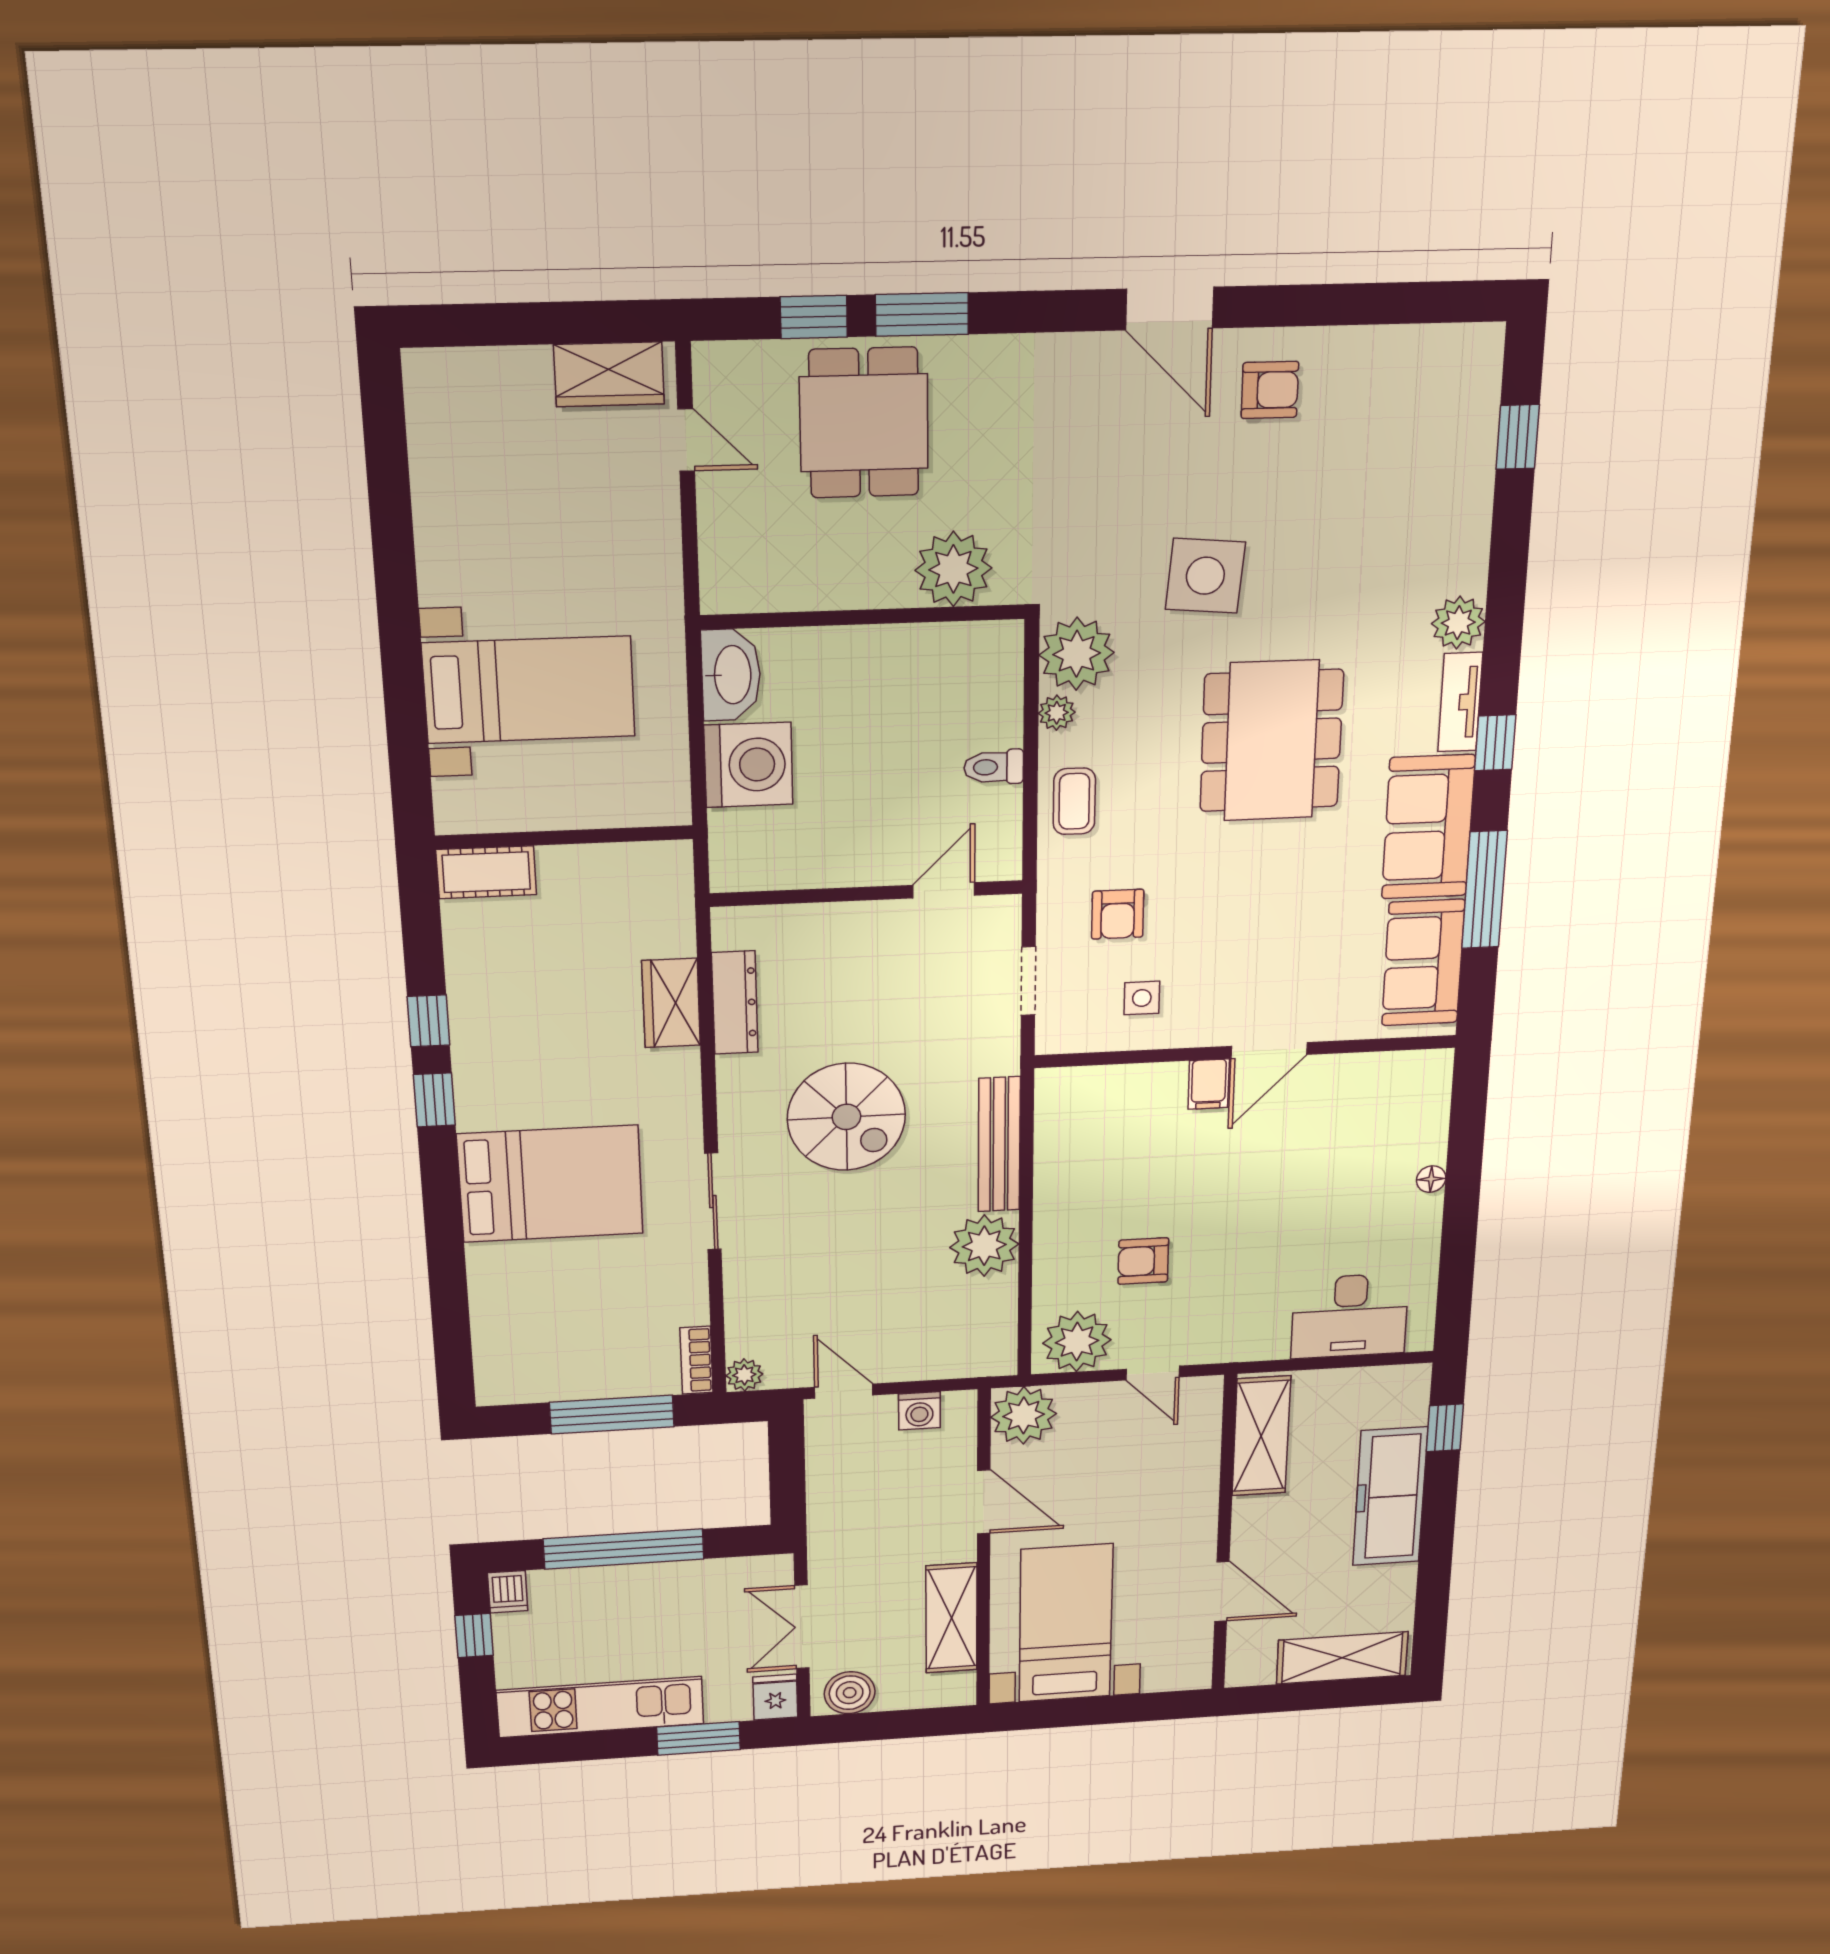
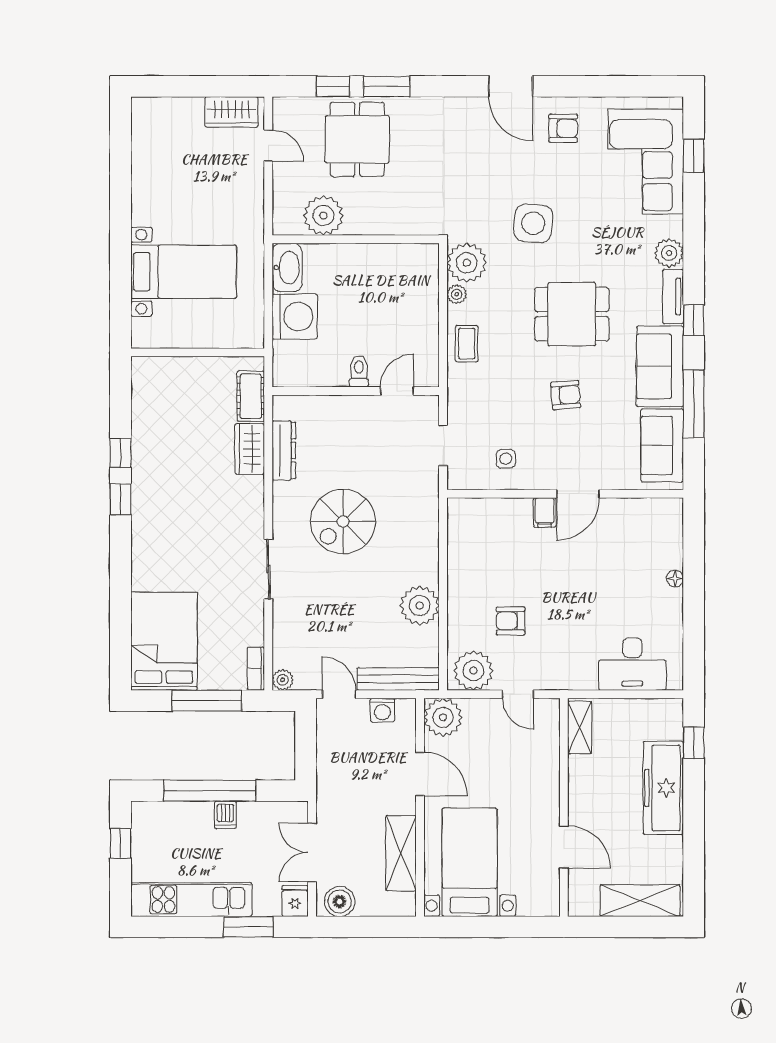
corner sofa: (1426, 451) -> (646, 162), added
plant: (953, 569) -> (323, 216), moved
dining table: (1271, 741) -> (572, 314), width x0.73
toilet: (994, 767) -> (359, 371), moved, turned 90
cot: (486, 872) -> (251, 396), moved, turned 90
armchair: (1118, 914) -> (566, 395), moved, turned -95
spiral stairs: (846, 1117) -> (343, 522), turned 90
bench: (999, 1144) -> (398, 679), moved, turned 90
bed: (550, 1184) -> (164, 641), moved, turned -90
shelving: (1261, 1436) -> (580, 728), width x0.67, depth x0.75
dishwasher: (508, 1592) -> (225, 815), moved

